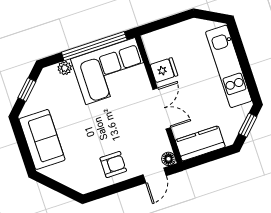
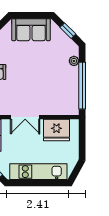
fridge: (164, 70) -> (56, 130), width x1.88, depth x1.34
corner sofa: (110, 71) -> (62, 91), removed

